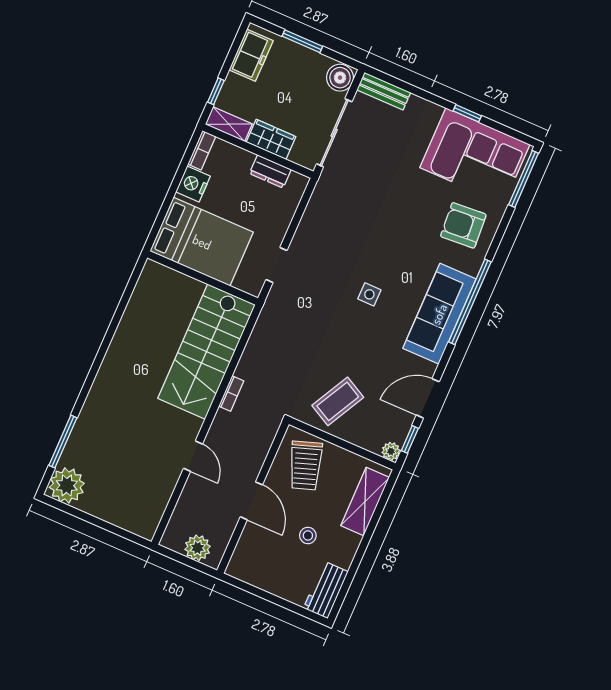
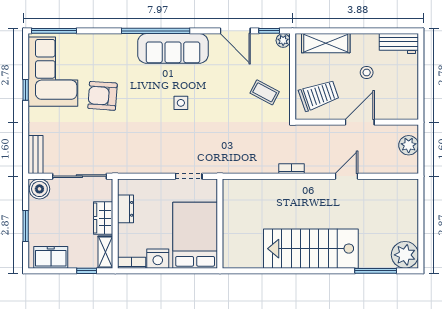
armchair: (463, 225) -> (102, 96), moved, turned 98
stairs: (207, 352) -> (311, 249), moved, turned 180
coffee table: (338, 401) -> (265, 92), width x0.73, depth x0.77

